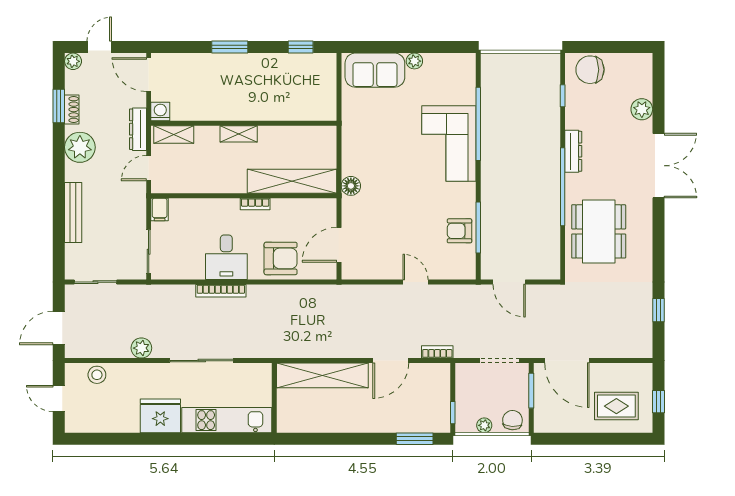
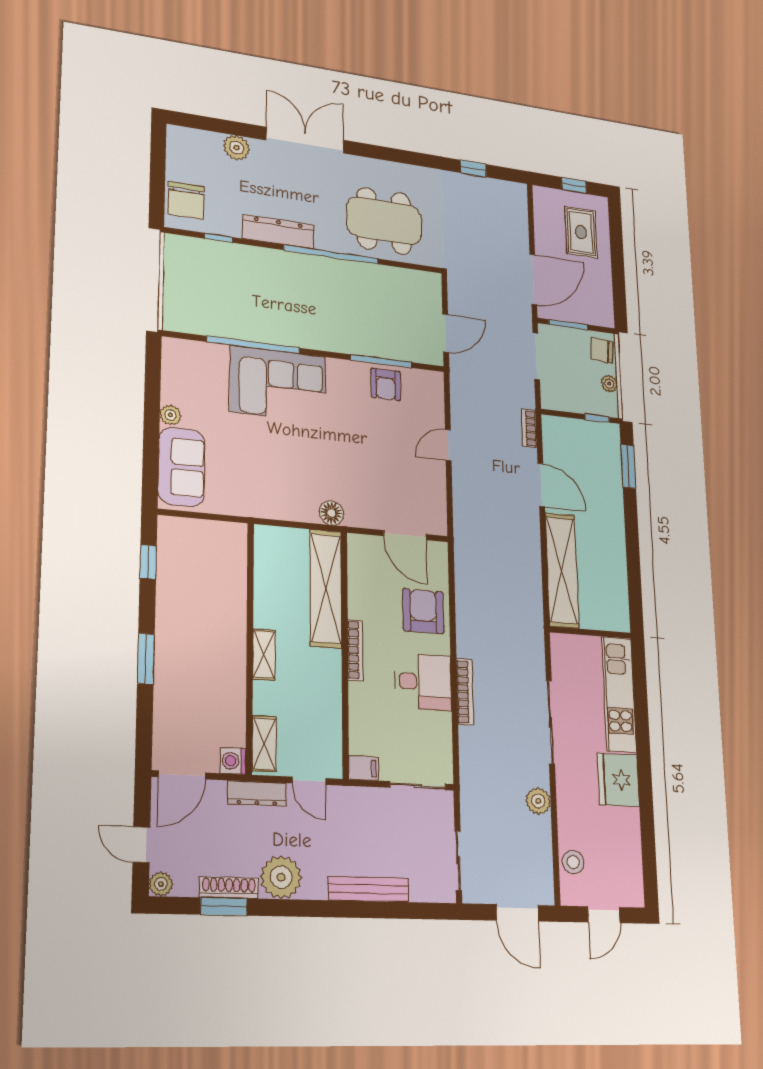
shoe rack: (72, 110) -> (229, 888), width x1.43
dresser: (573, 151) -> (278, 232), width x1.37, depth x1.24
bookcase: (255, 204) -> (355, 650), width x1.56

